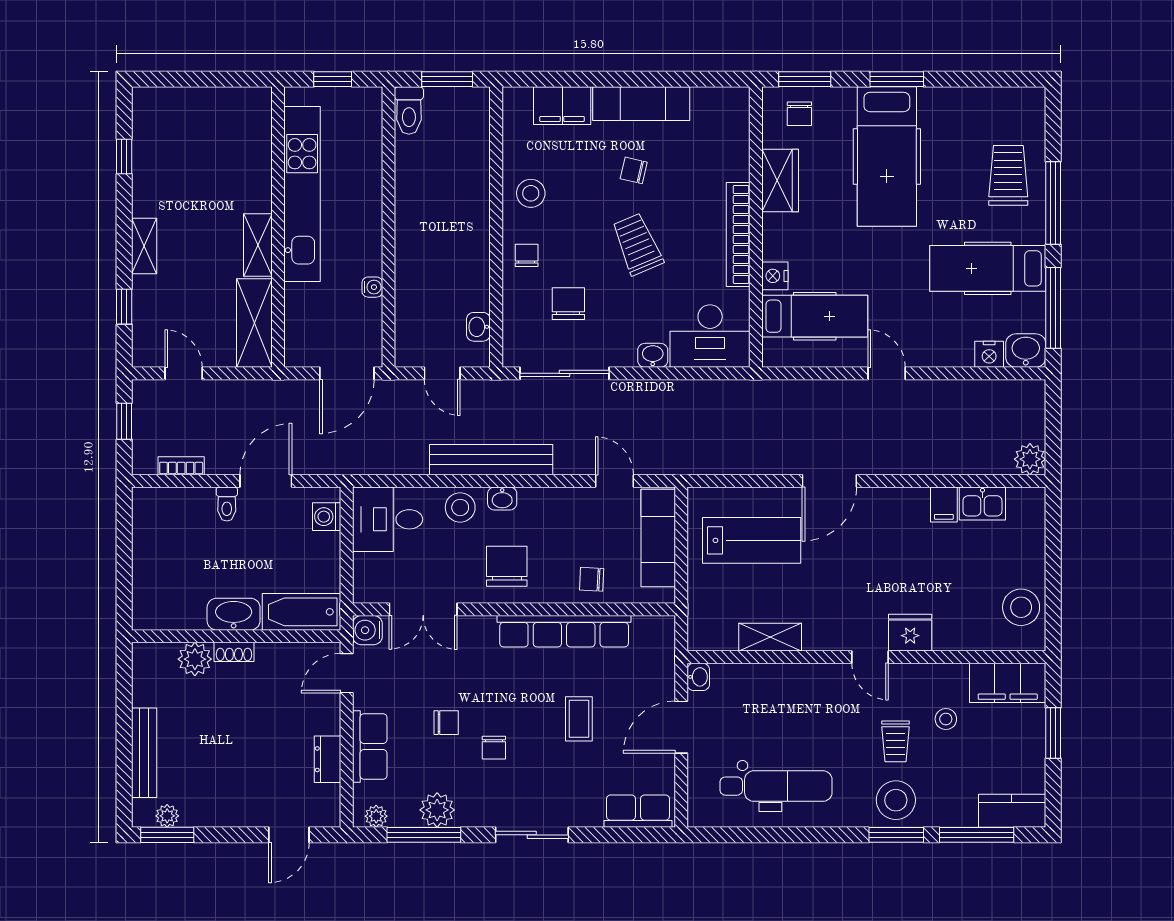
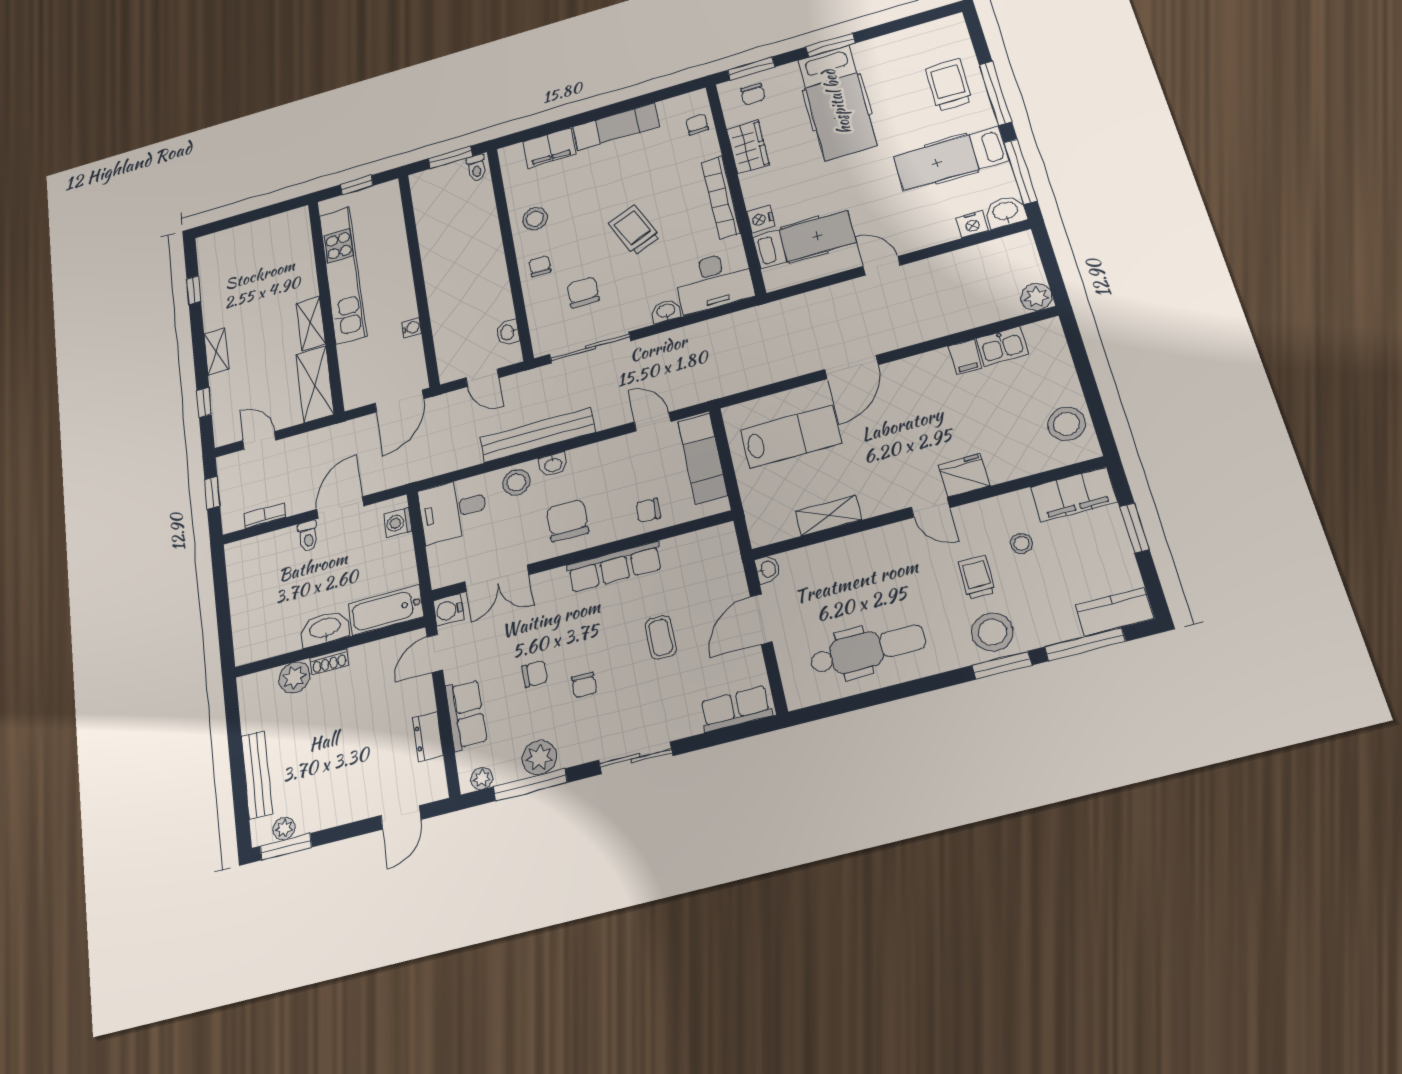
toilet: (409, 110) -> (476, 168), moved, width x0.73, depth x0.72
chair: (634, 170) -> (697, 124), moved, turned 77
row of seats: (564, 631) -> (614, 567), width x0.73
trolley: (896, 741) -> (977, 577), turned 180

